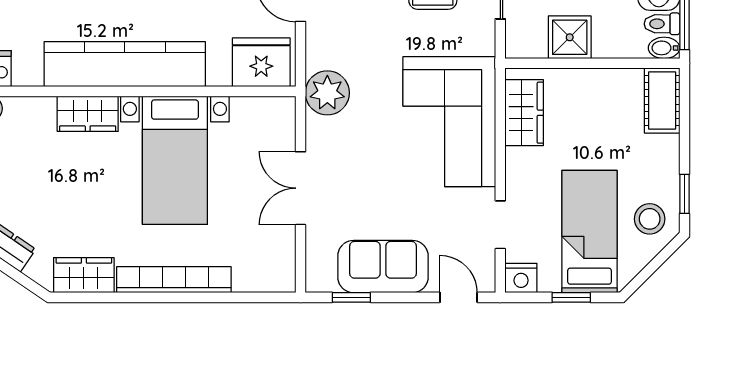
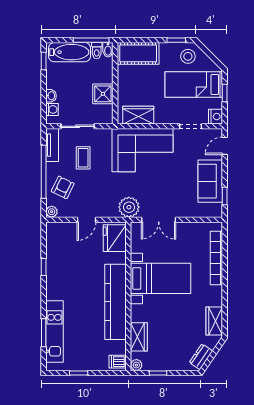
cot: (662, 101) -> (138, 53), width x1.37, depth x1.34
wardrobe: (88, 114) -> (139, 337), moved
double door: (301, 188) -> (159, 220), moved
bookcase: (174, 280) -> (216, 258), moved

